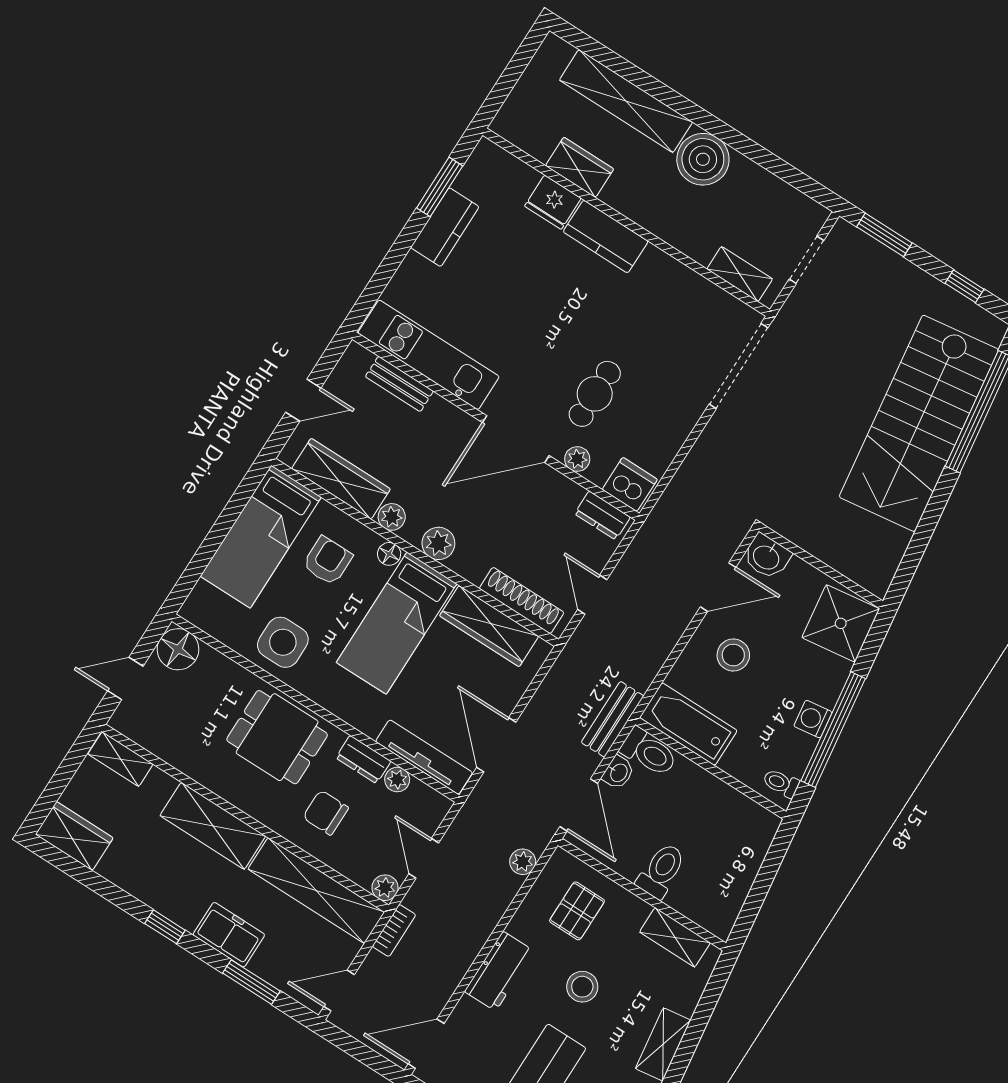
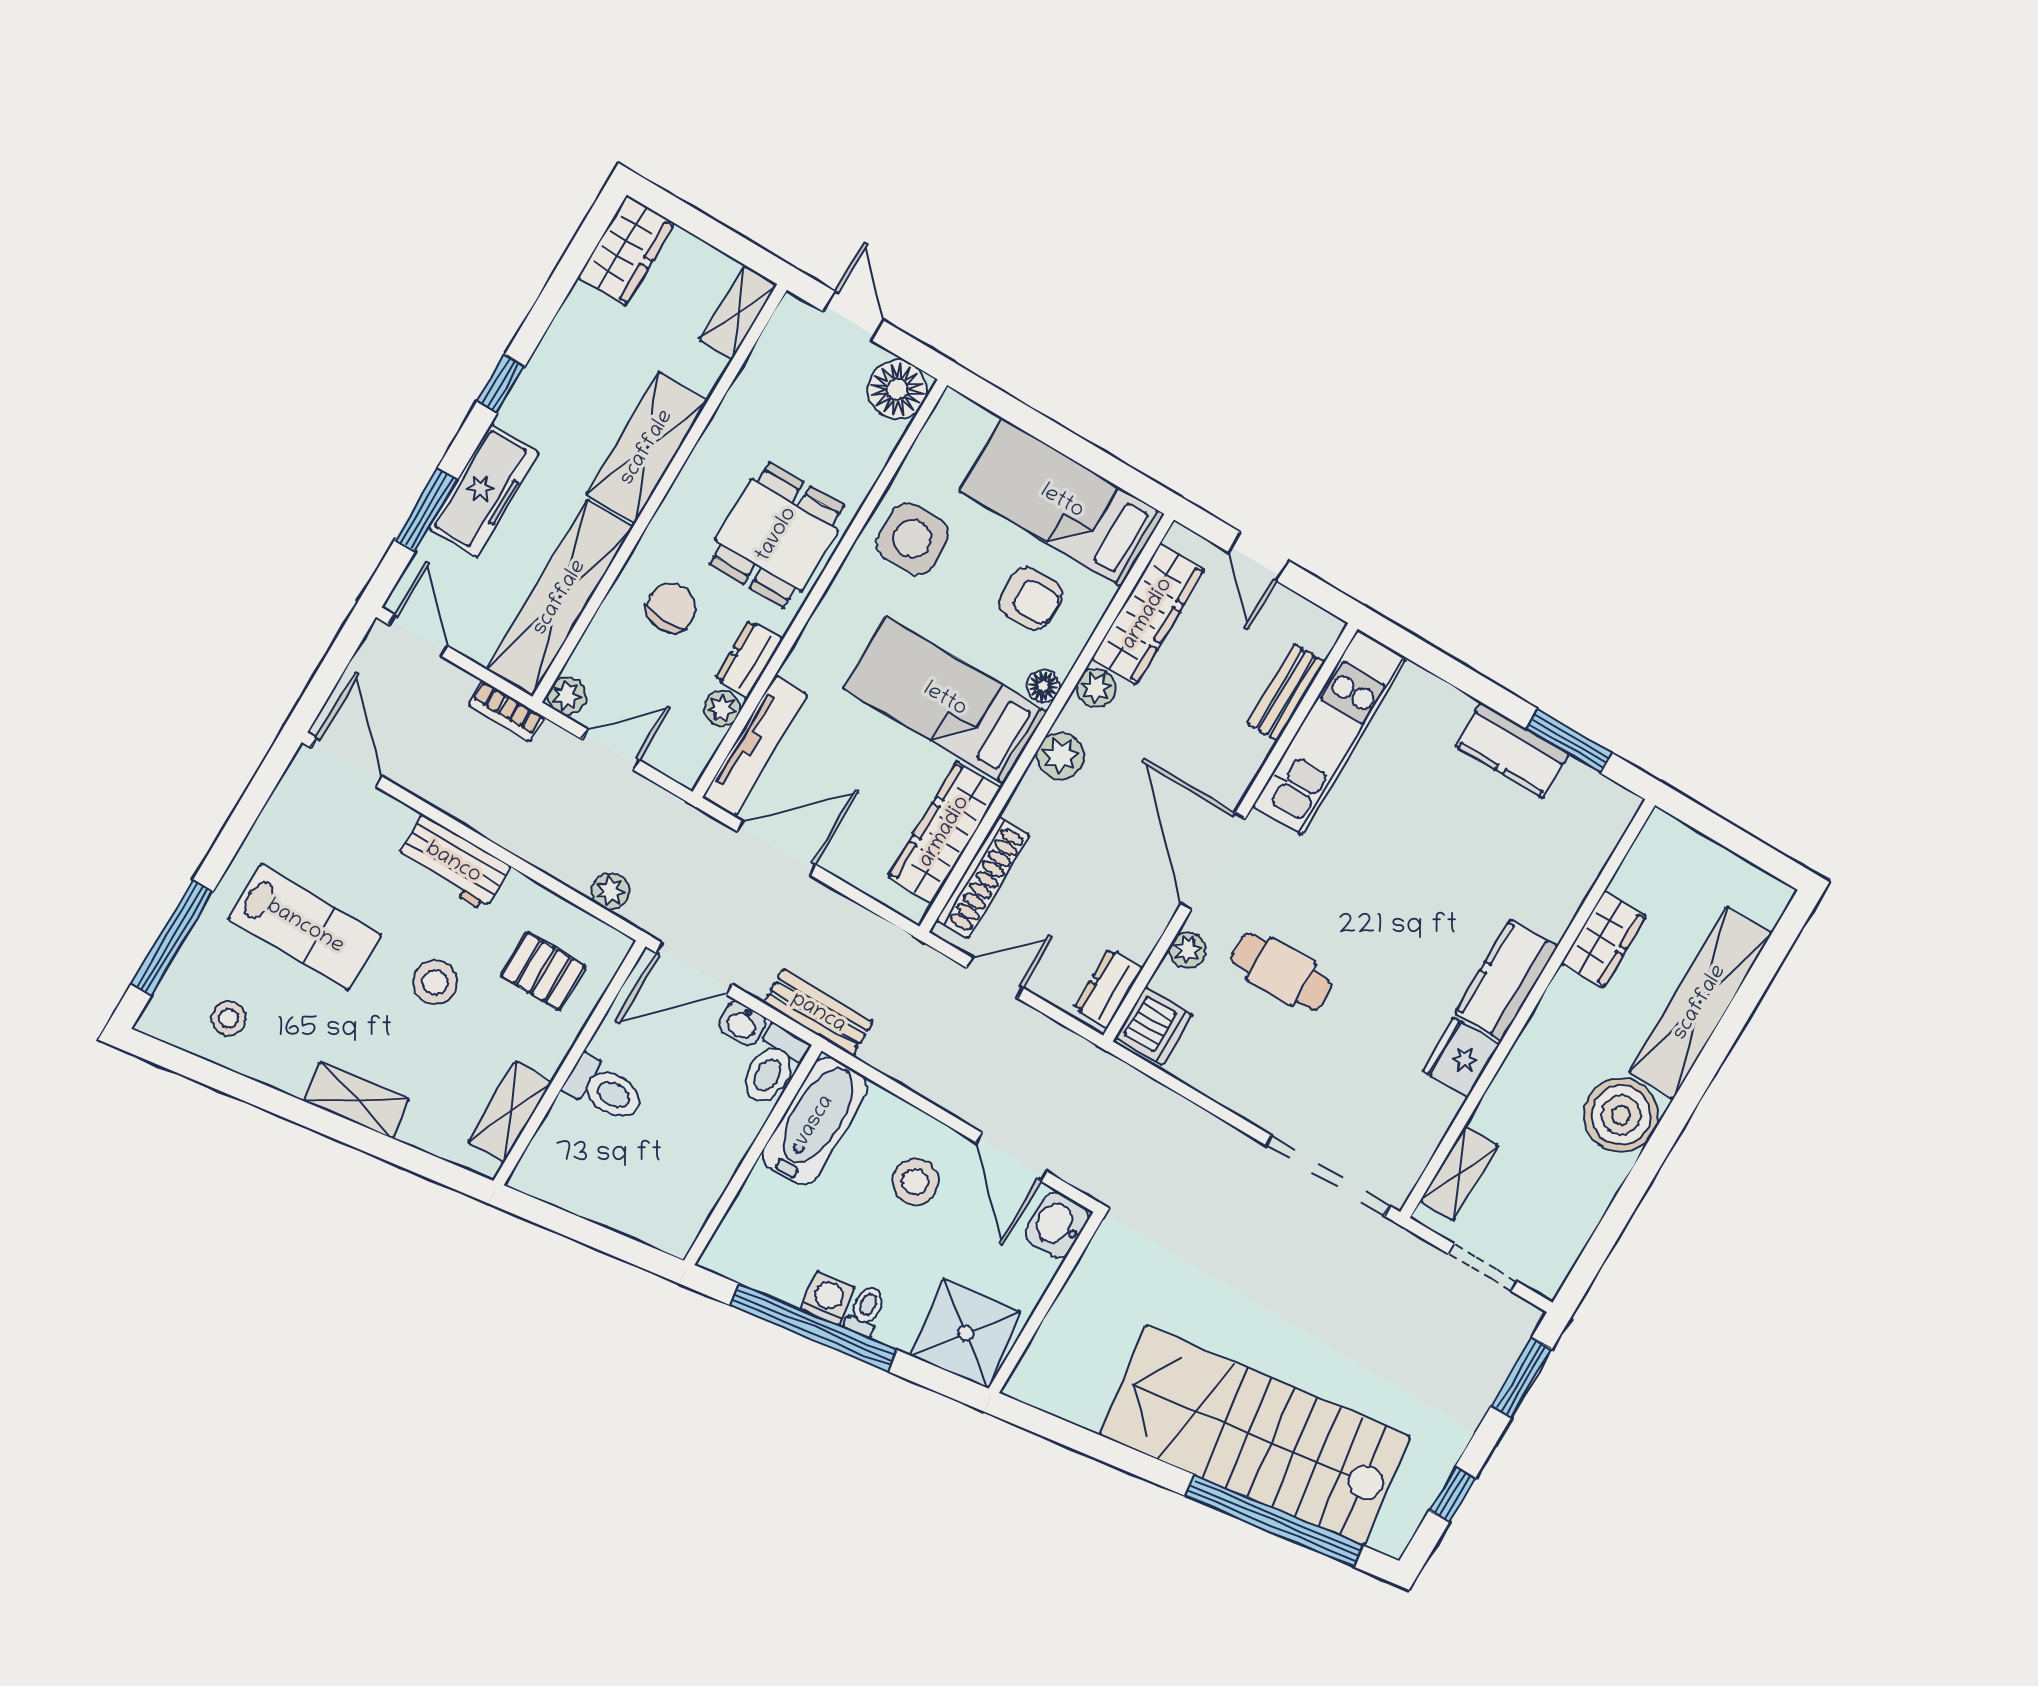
fridge: (553, 202) -> (1461, 1058), moved
toilet: (781, 783) -> (866, 1311), moved
freezer: (229, 935) -> (484, 491), width x1.40

